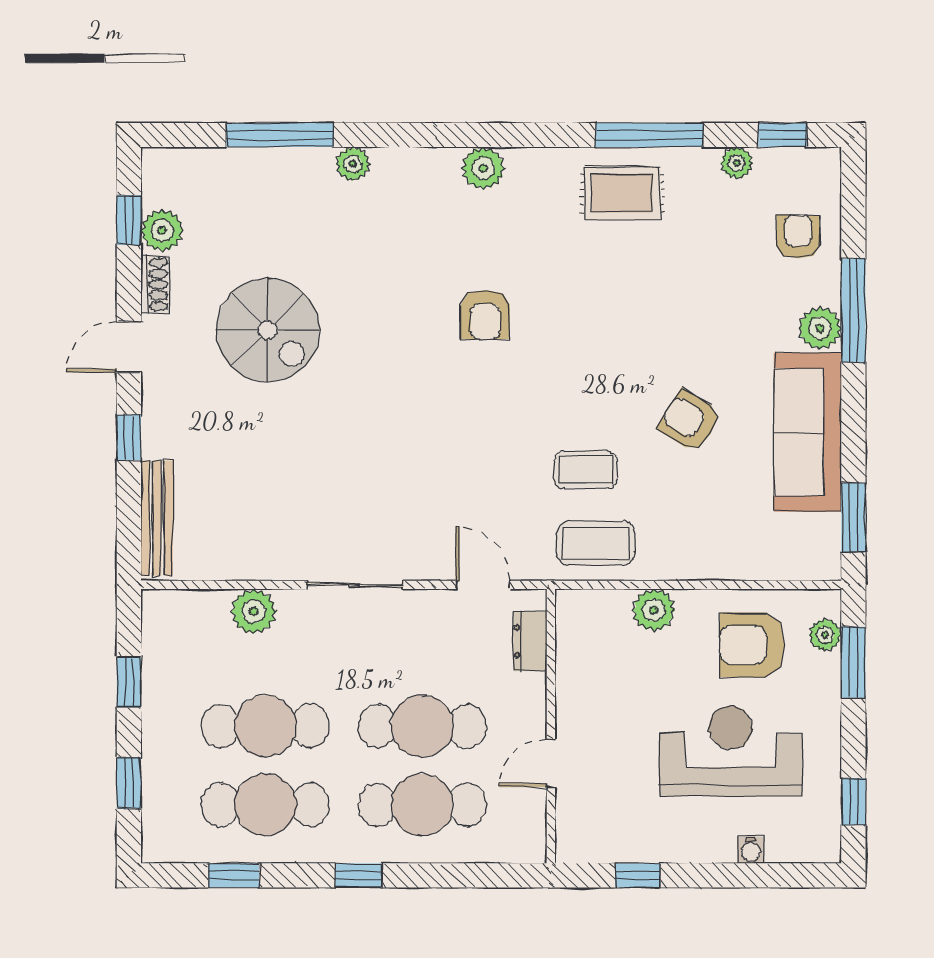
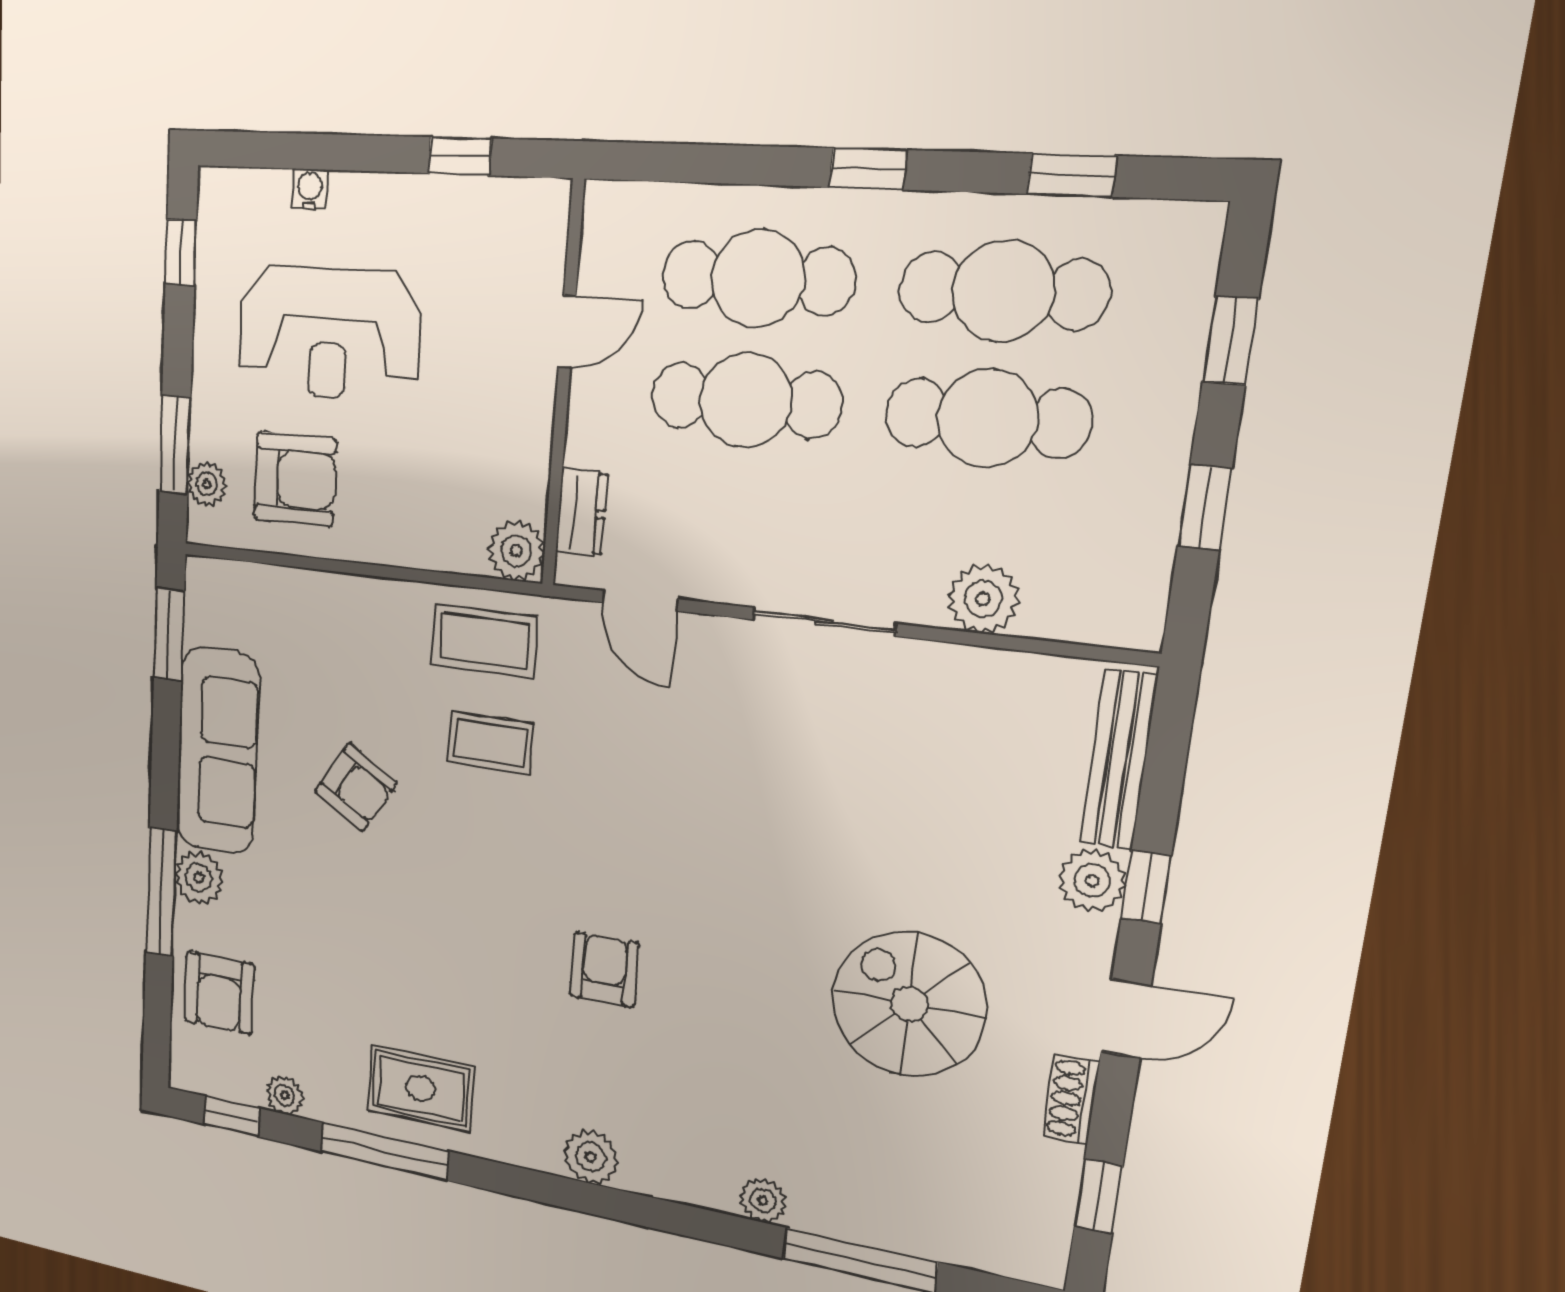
plant: (162, 230) -> (1092, 881), moved
armchair: (798, 237) -> (219, 993), width x1.38, depth x1.38
plant: (654, 610) -> (516, 551), moved

